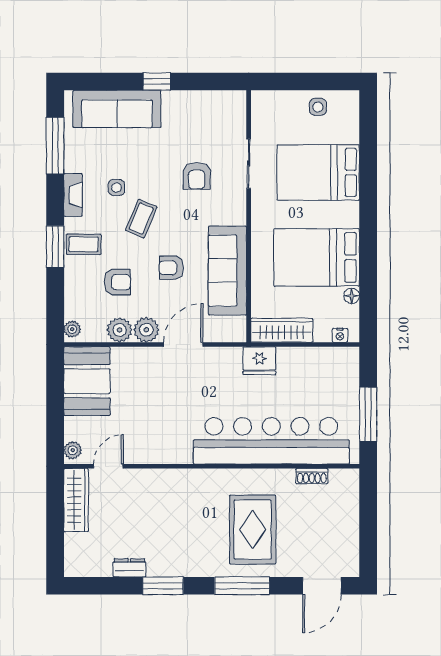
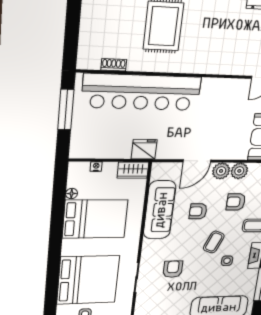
bed: (318, 172) -> (88, 280), width x1.36
armchair: (171, 268) -> (198, 211), turned 180
wardrobe: (282, 330) -> (133, 170), width x0.67
nightstand: (340, 335) -> (96, 166), moved

